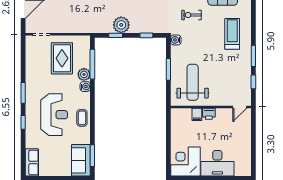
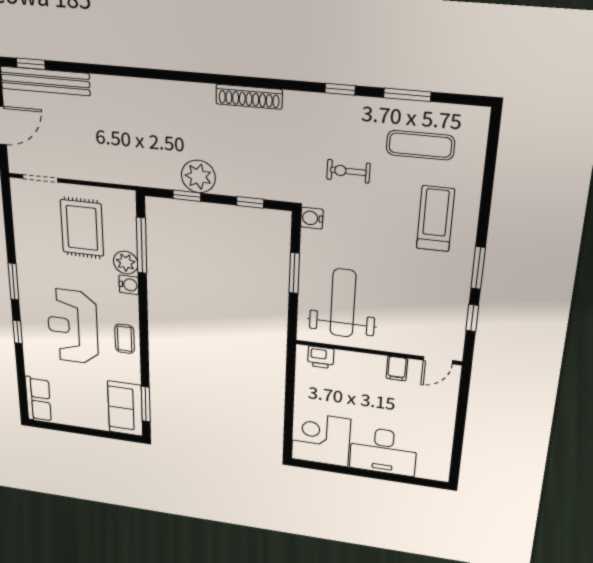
filing cabinet: (197, 114) -> (397, 369), moved
printer: (209, 114) -> (321, 357), moved
reception desk: (54, 115) -> (73, 326), turned 180

